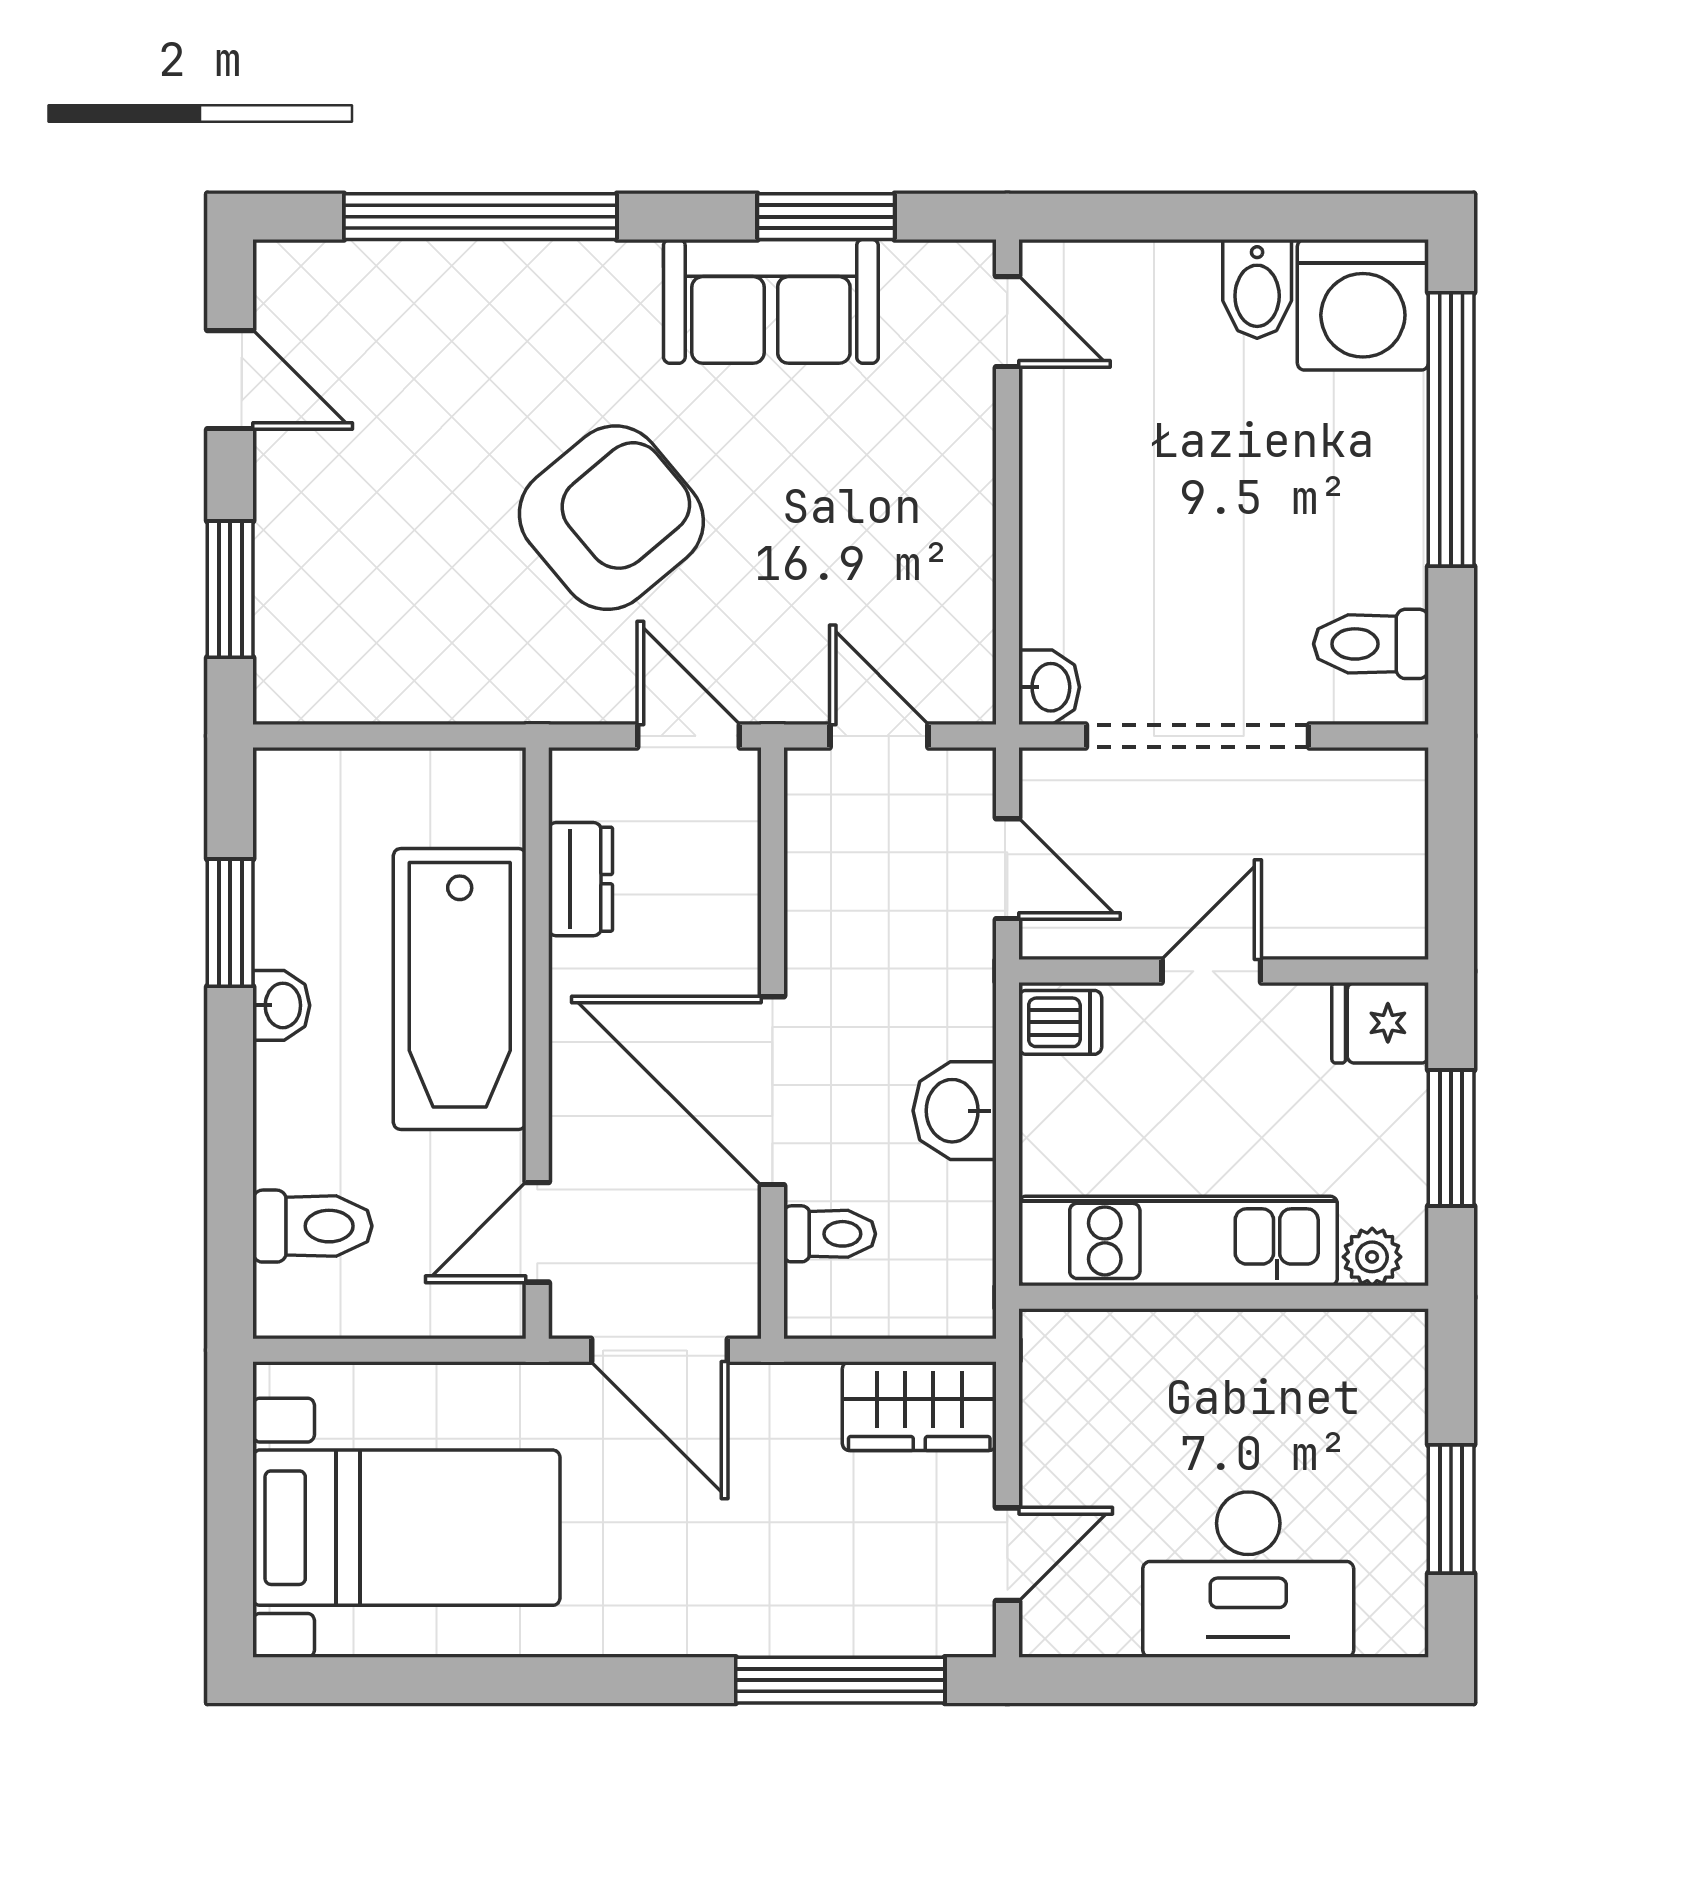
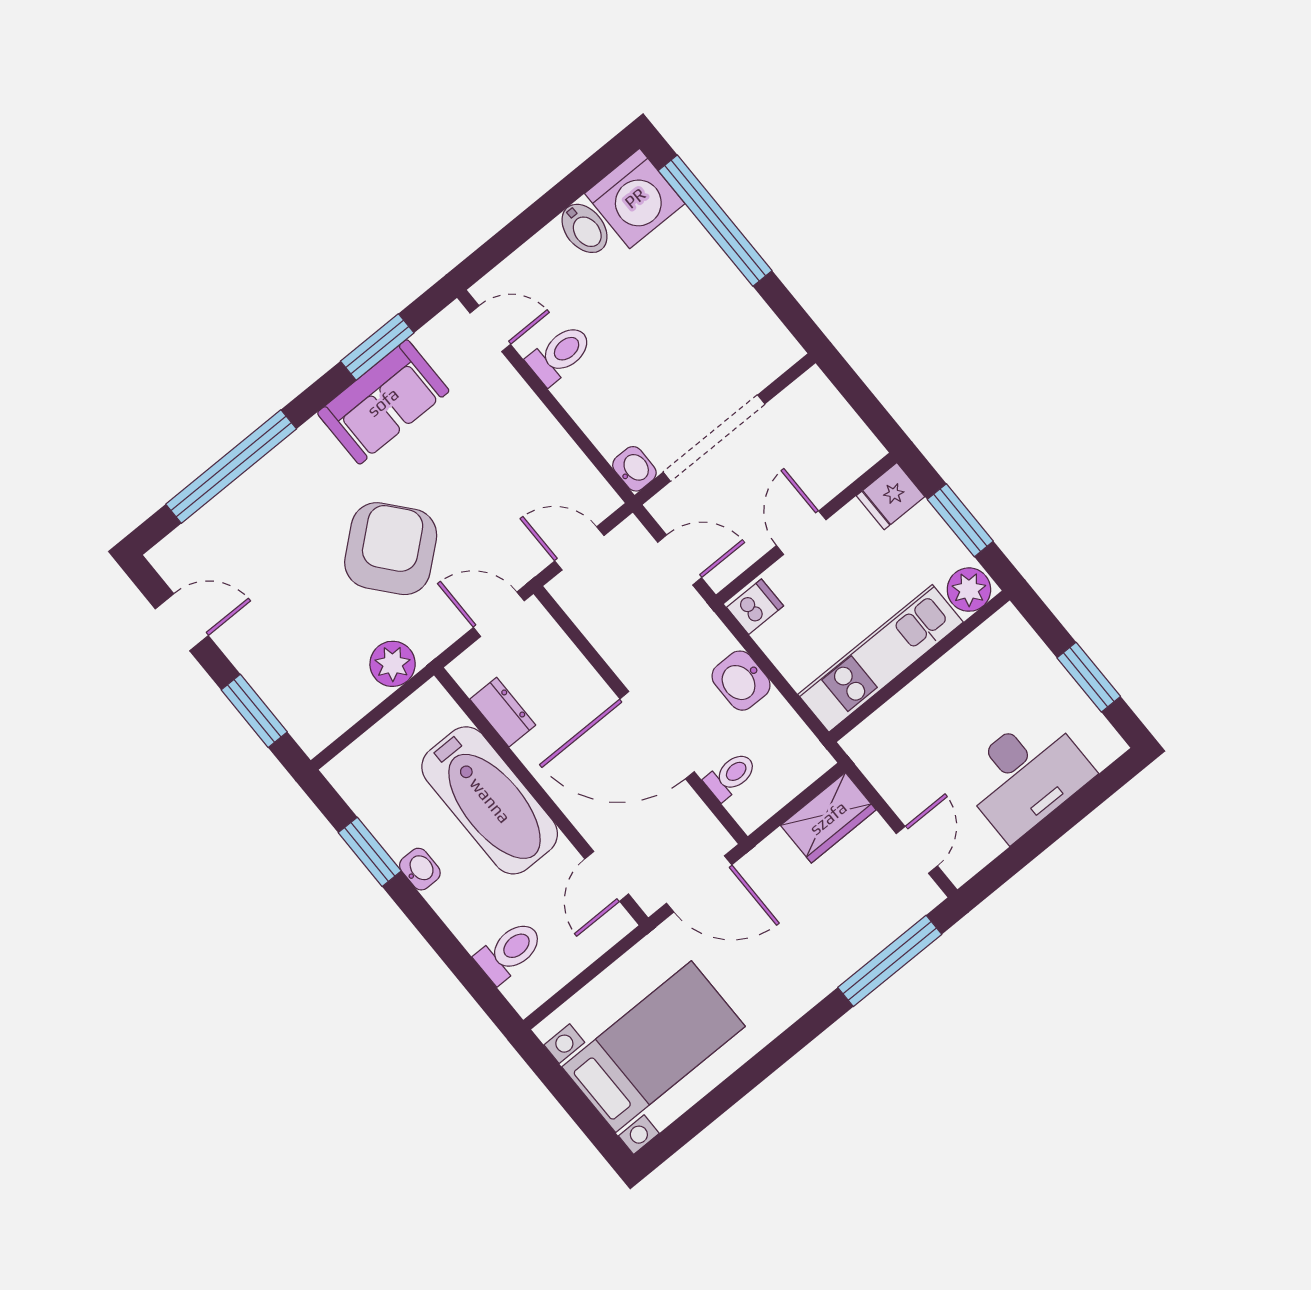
toilet: (1371, 644) -> (560, 354), moved, turned 180
plant: (480, 683) -> (393, 664), added
plant: (1372, 1257) -> (969, 590), width x1.38, depth x1.38

